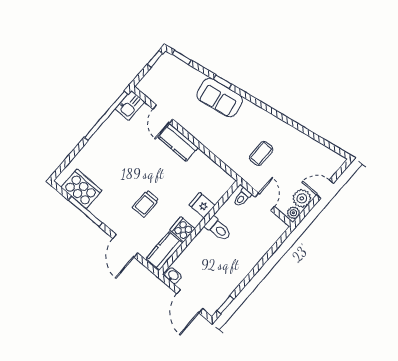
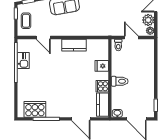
kitchen sink: (130, 105) -> (23, 61), moved
kitchen counter: (178, 143) -> (74, 45), moved
coffee table: (261, 153) -> (26, 21), moved
trolley: (146, 204) -> (73, 89), removed
toilet: (218, 229) -> (120, 81), moved

